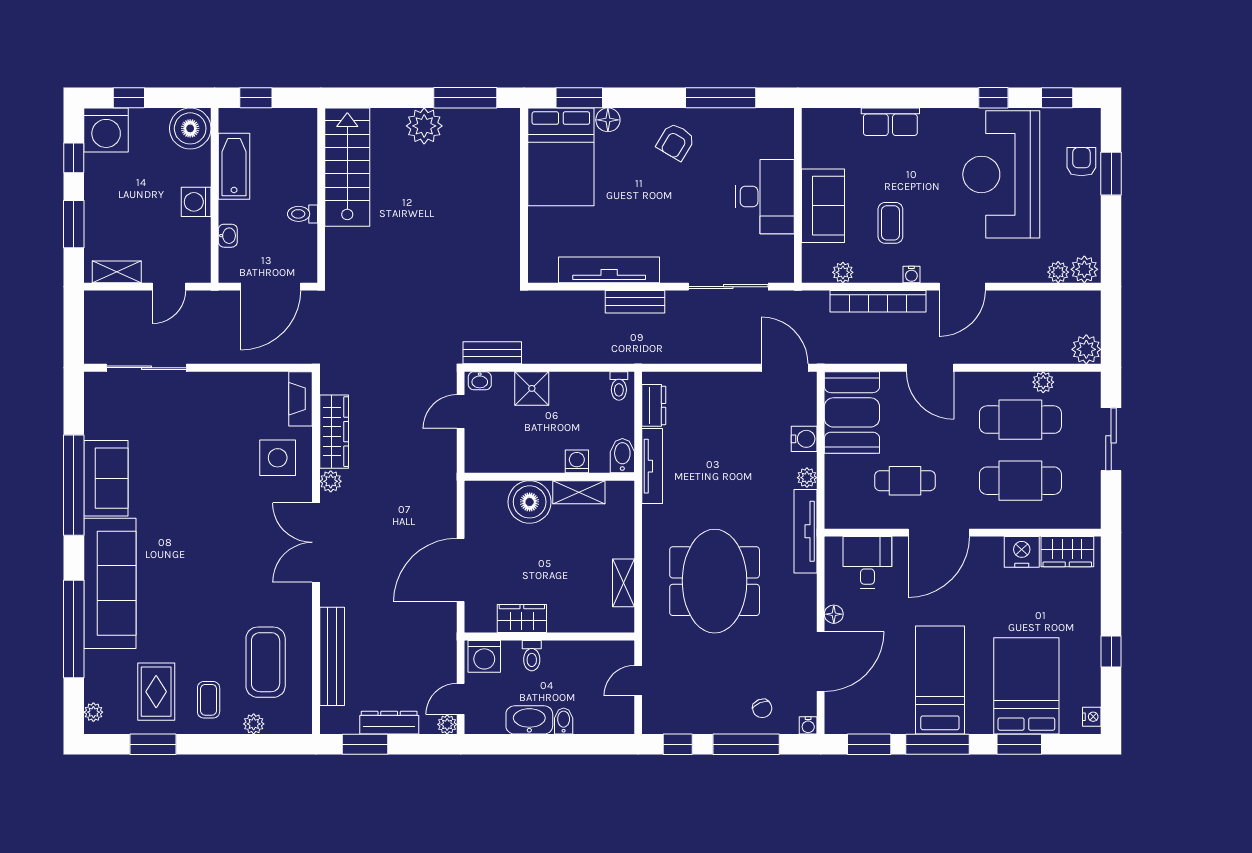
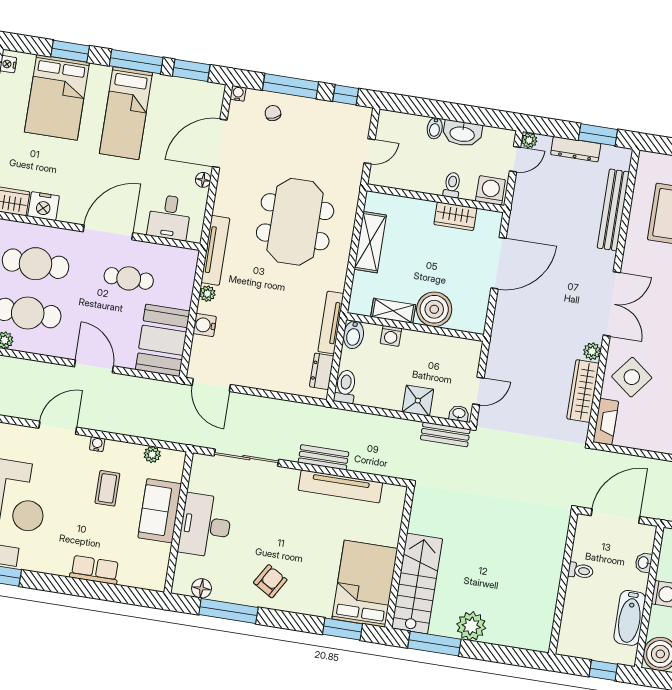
floor lamp: (608, 120) -> (201, 588), moved
stairs: (347, 167) -> (417, 584), moved, turned 180
bookcase: (878, 301) -> (127, 427), removed
toilet: (619, 386) -> (345, 387), width x1.37, depth x1.39
side table: (278, 458) -> (632, 377), turned 38
shelving: (623, 583) -> (370, 242), width x1.50, depth x1.33

